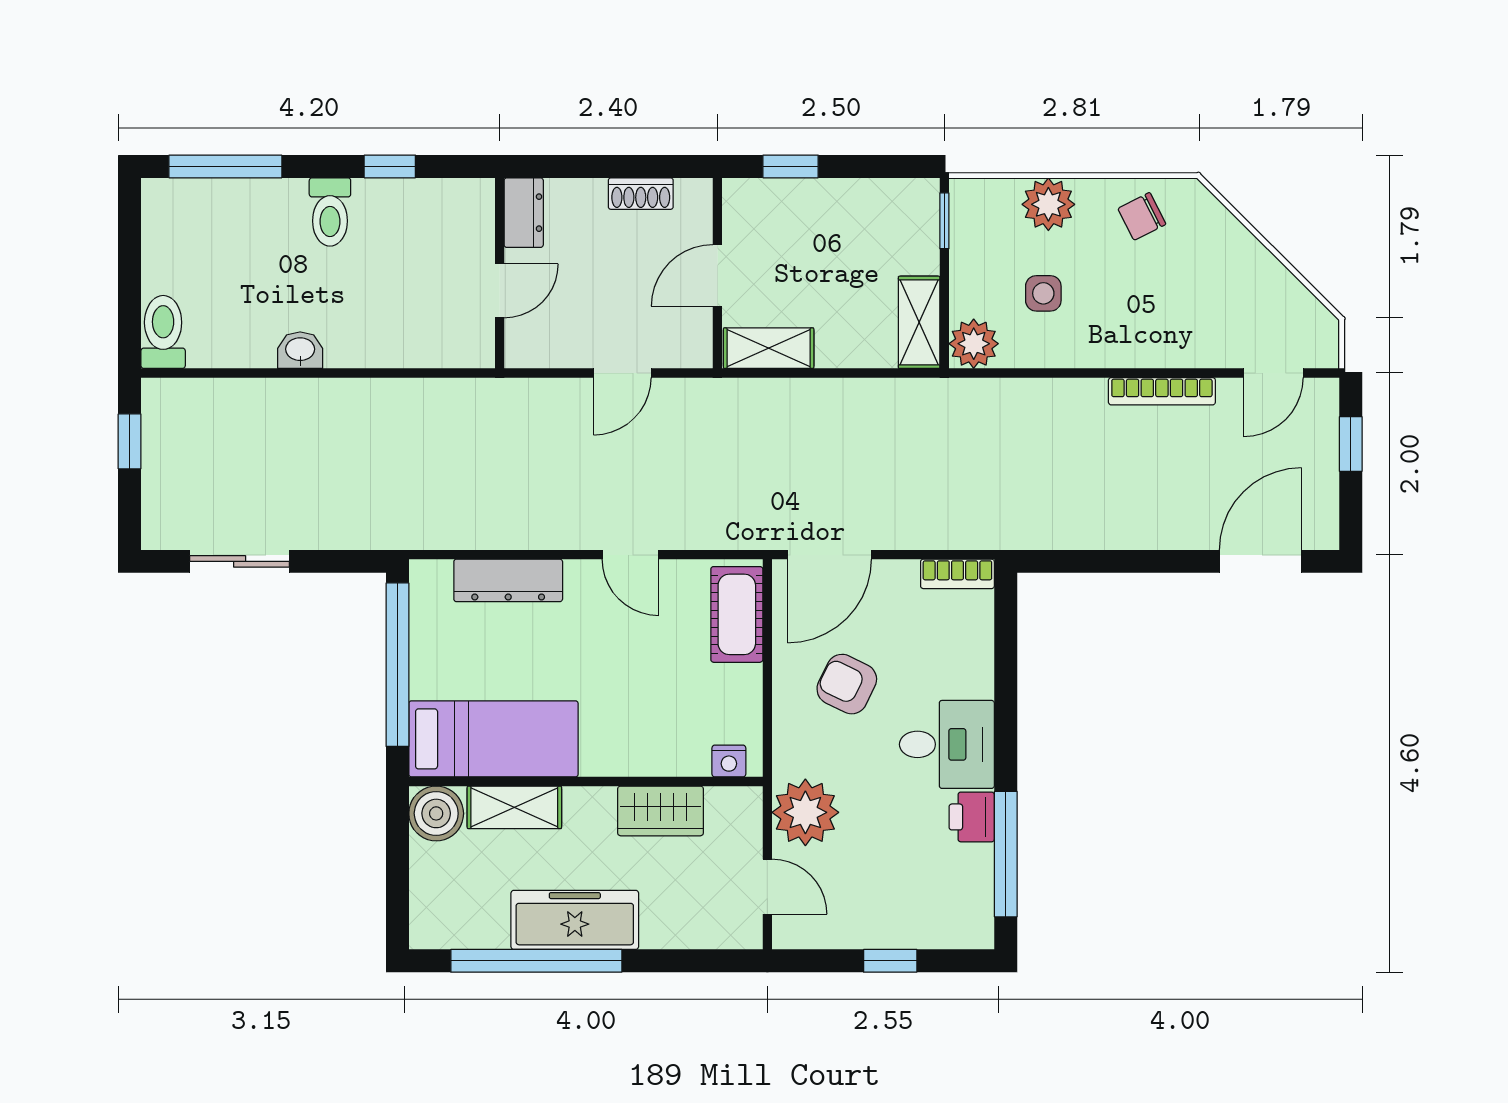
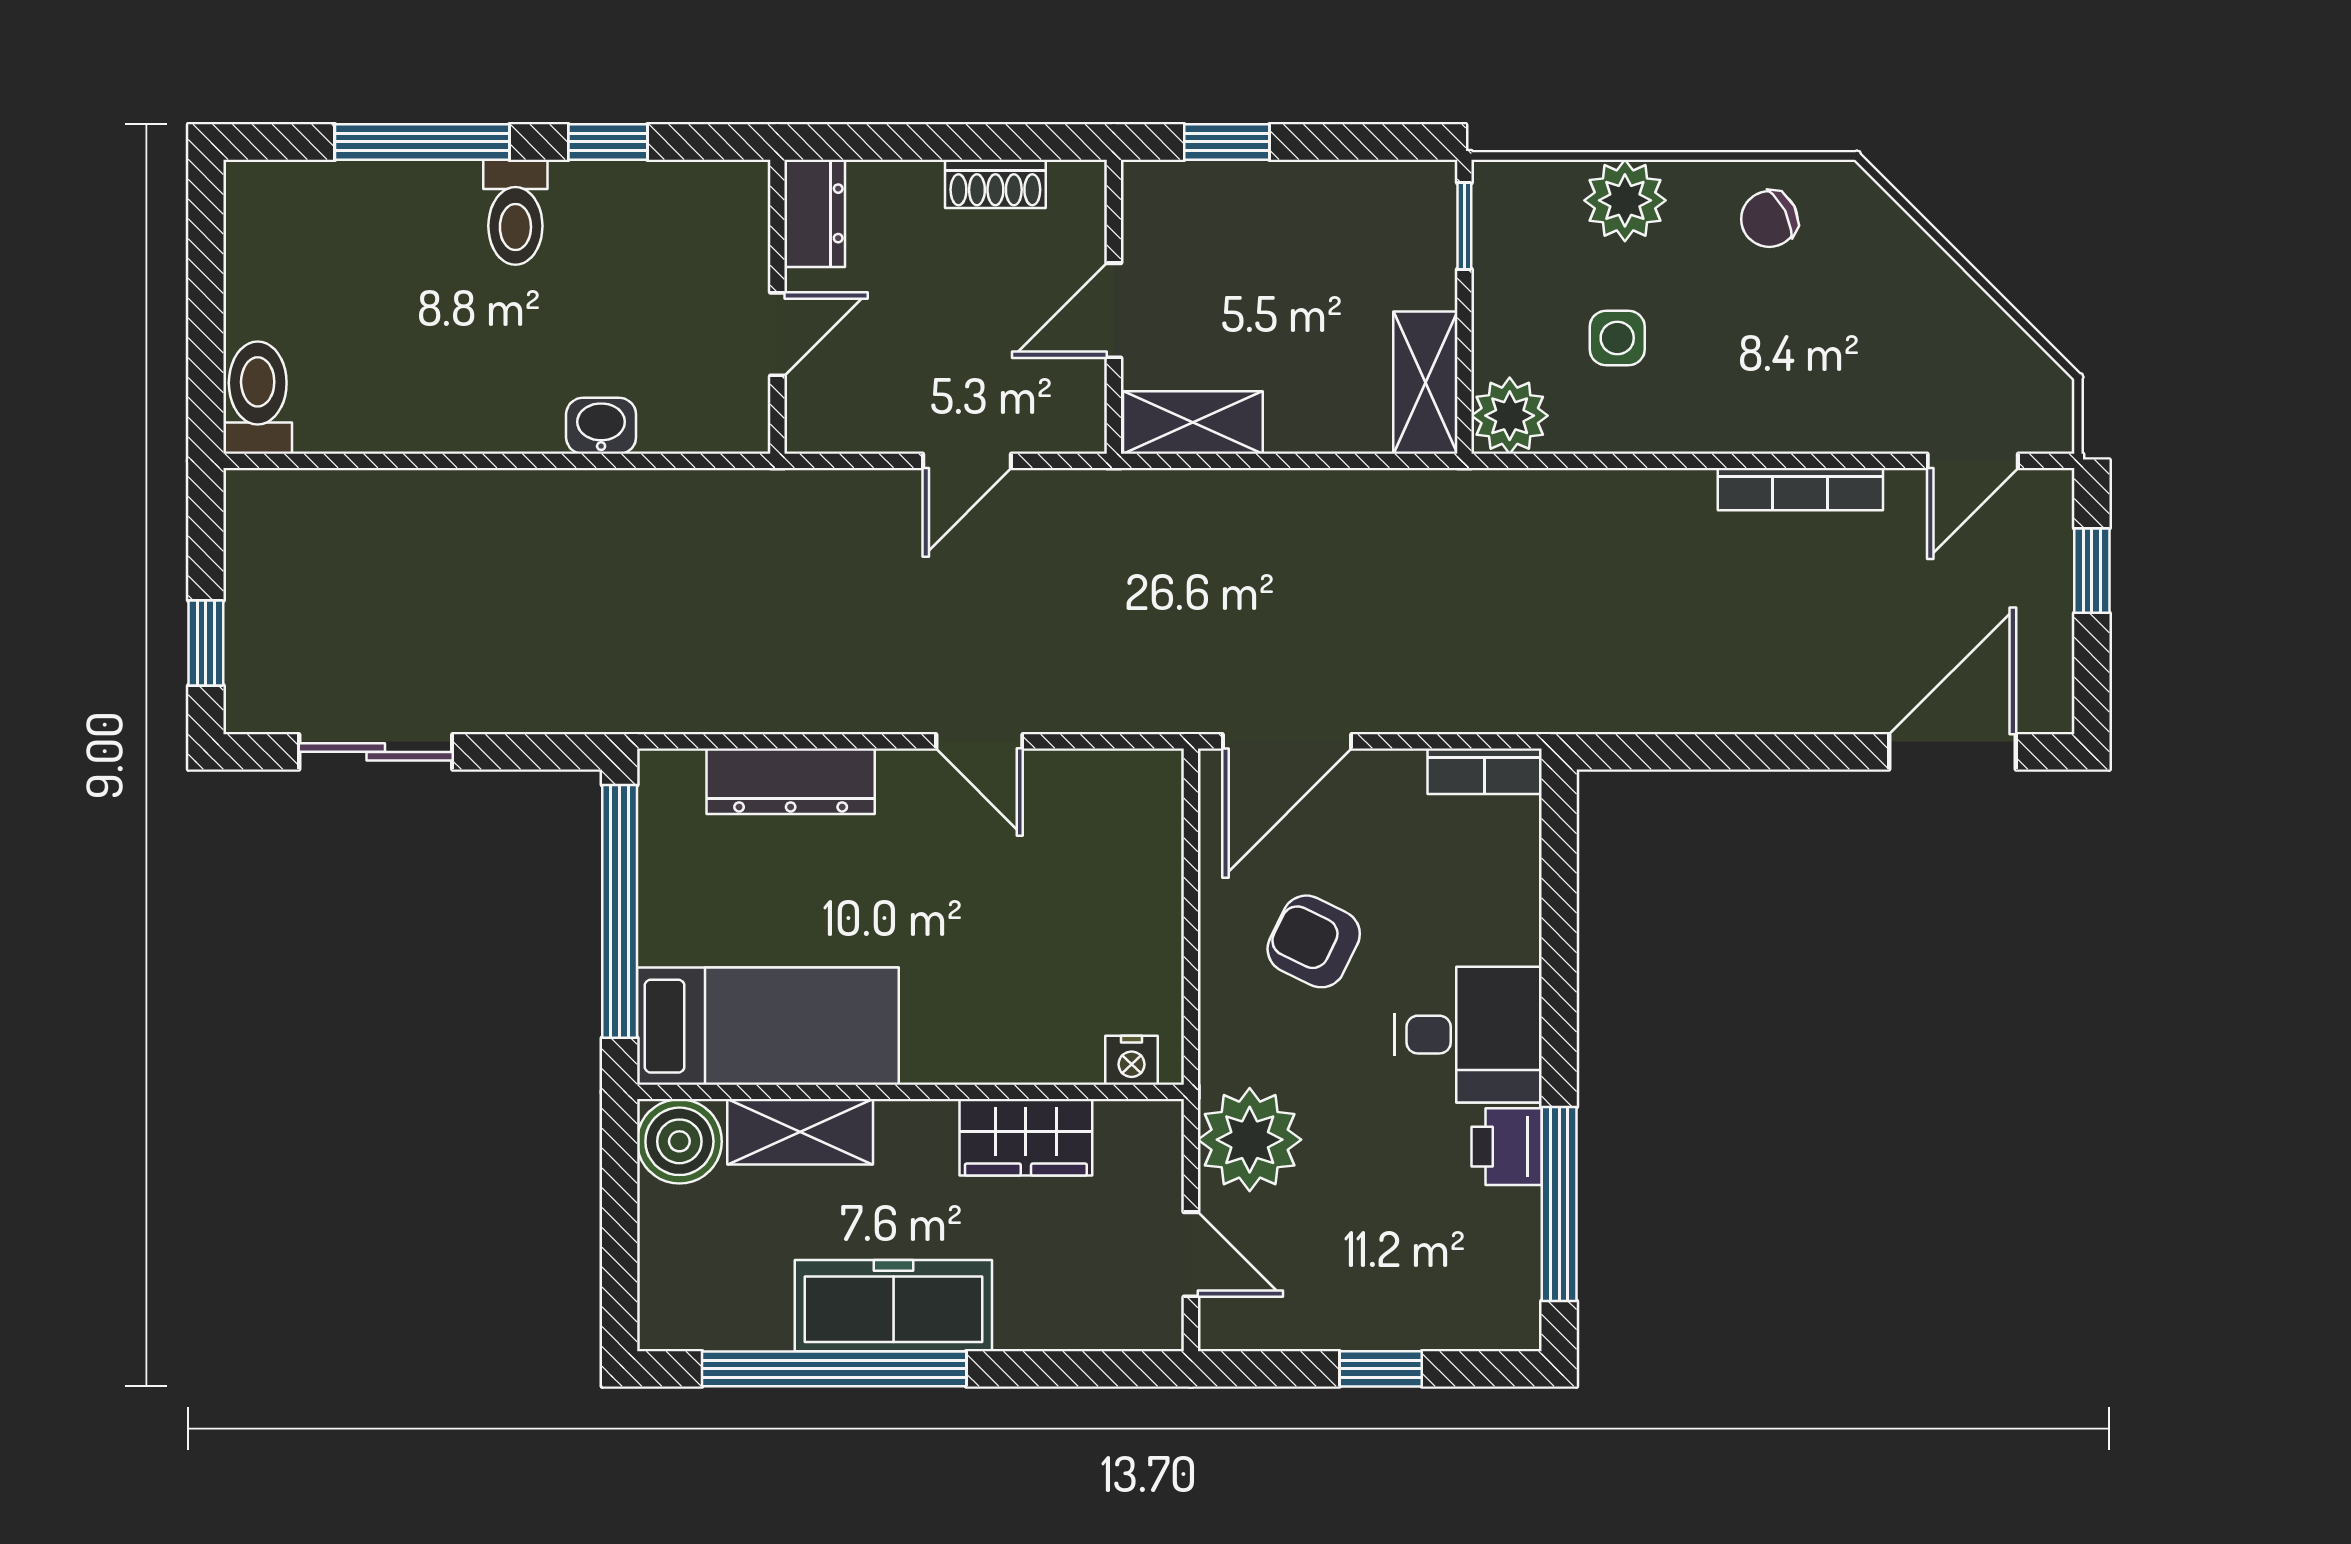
window: (225, 166) -> (422, 142), moved
washbasin: (300, 350) -> (601, 426), moved
window: (130, 441) -> (206, 643), moved
cot: (737, 614) -> (1144, 834), removed

